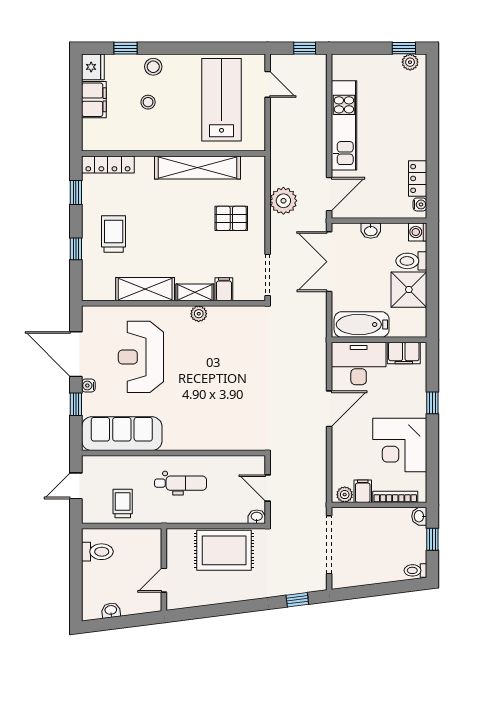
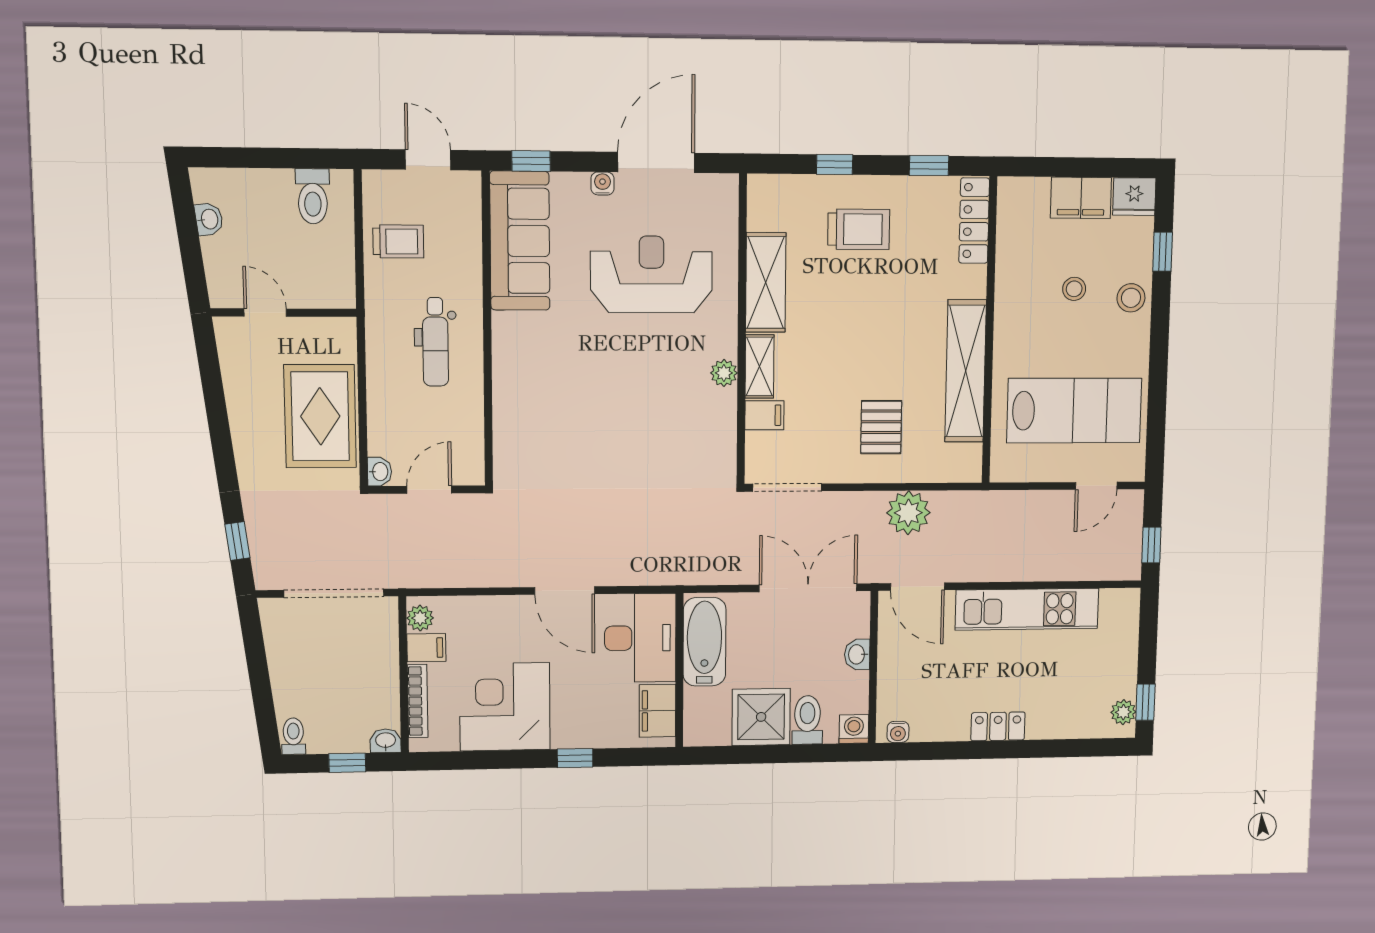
locker: (418, 178) -> (998, 726), moved
window: (76, 404) -> (531, 161), moved

